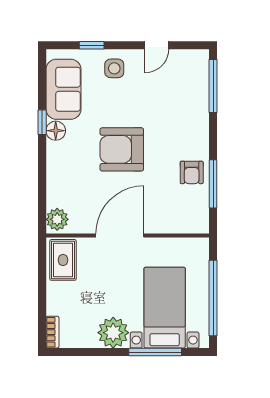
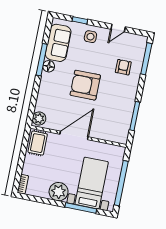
window: (42, 122) -> (42, 60), width x2.17
armchair: (192, 172) -> (123, 67), moved, turned 180

